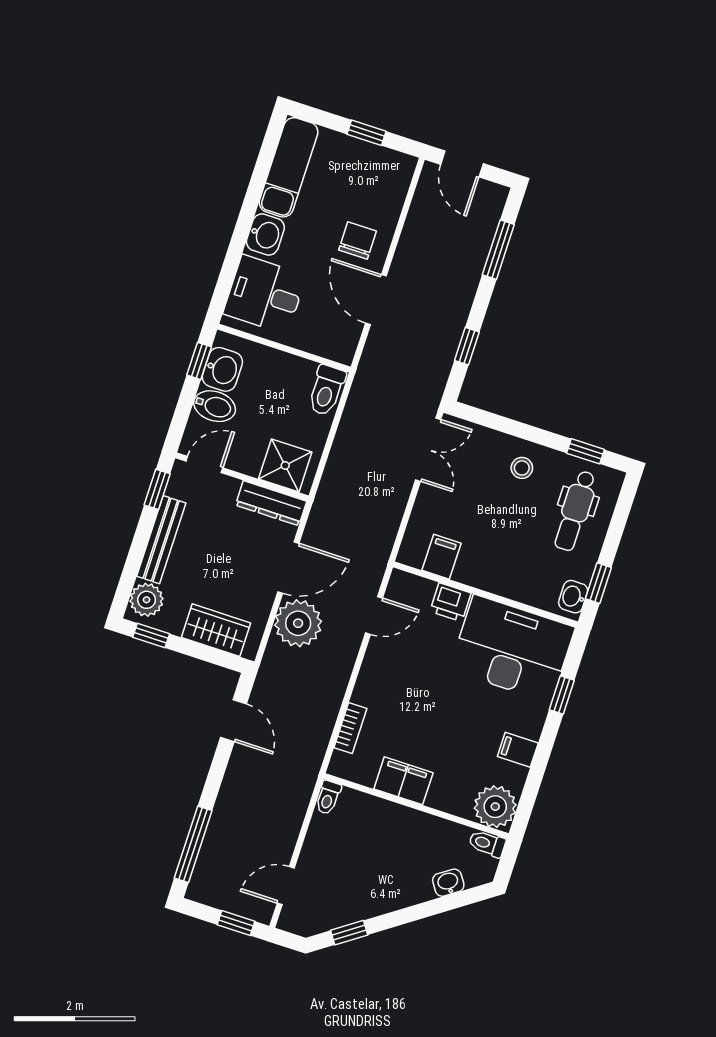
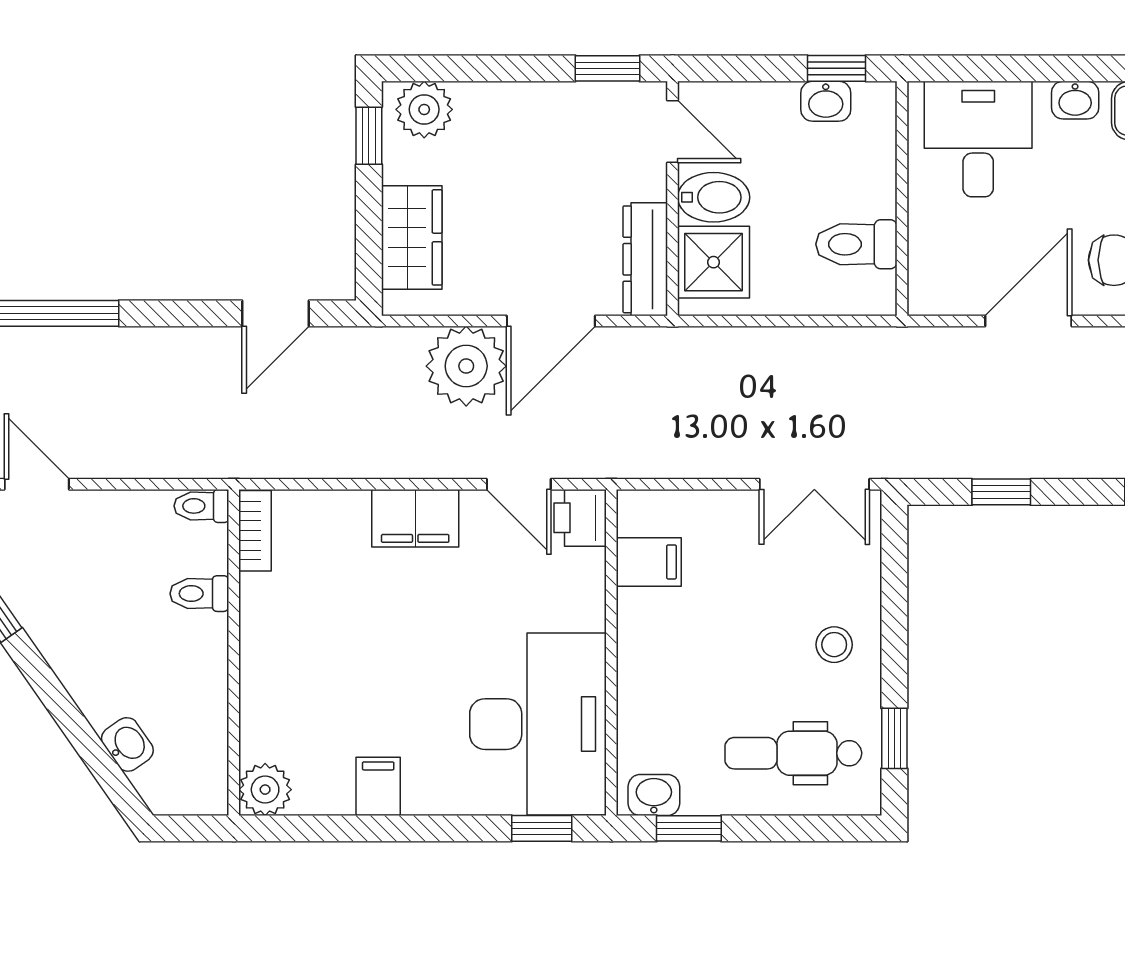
washbasin: (265, 235) -> (1075, 100), width x0.72, depth x0.69
washbasin: (222, 369) -> (826, 101), width x0.72, depth x0.69
toilet: (326, 390) -> (856, 244), moved
bidet: (215, 406) -> (714, 197), moved, turned -90
bench: (161, 540) -> (529, 101), removed
door: (288, 567) -> (551, 321), hinge flipped
printer: (450, 602) -> (580, 518), moved
window: (562, 695) -> (542, 828), moved
bookcase: (350, 728) -> (255, 531), moved, turned -90
filing cabinet: (403, 781) -> (415, 518), moved, turned 90
plant: (495, 807) -> (265, 790), width x0.73, depth x0.73
toilet: (487, 844) -> (199, 594), moved, turned -90

